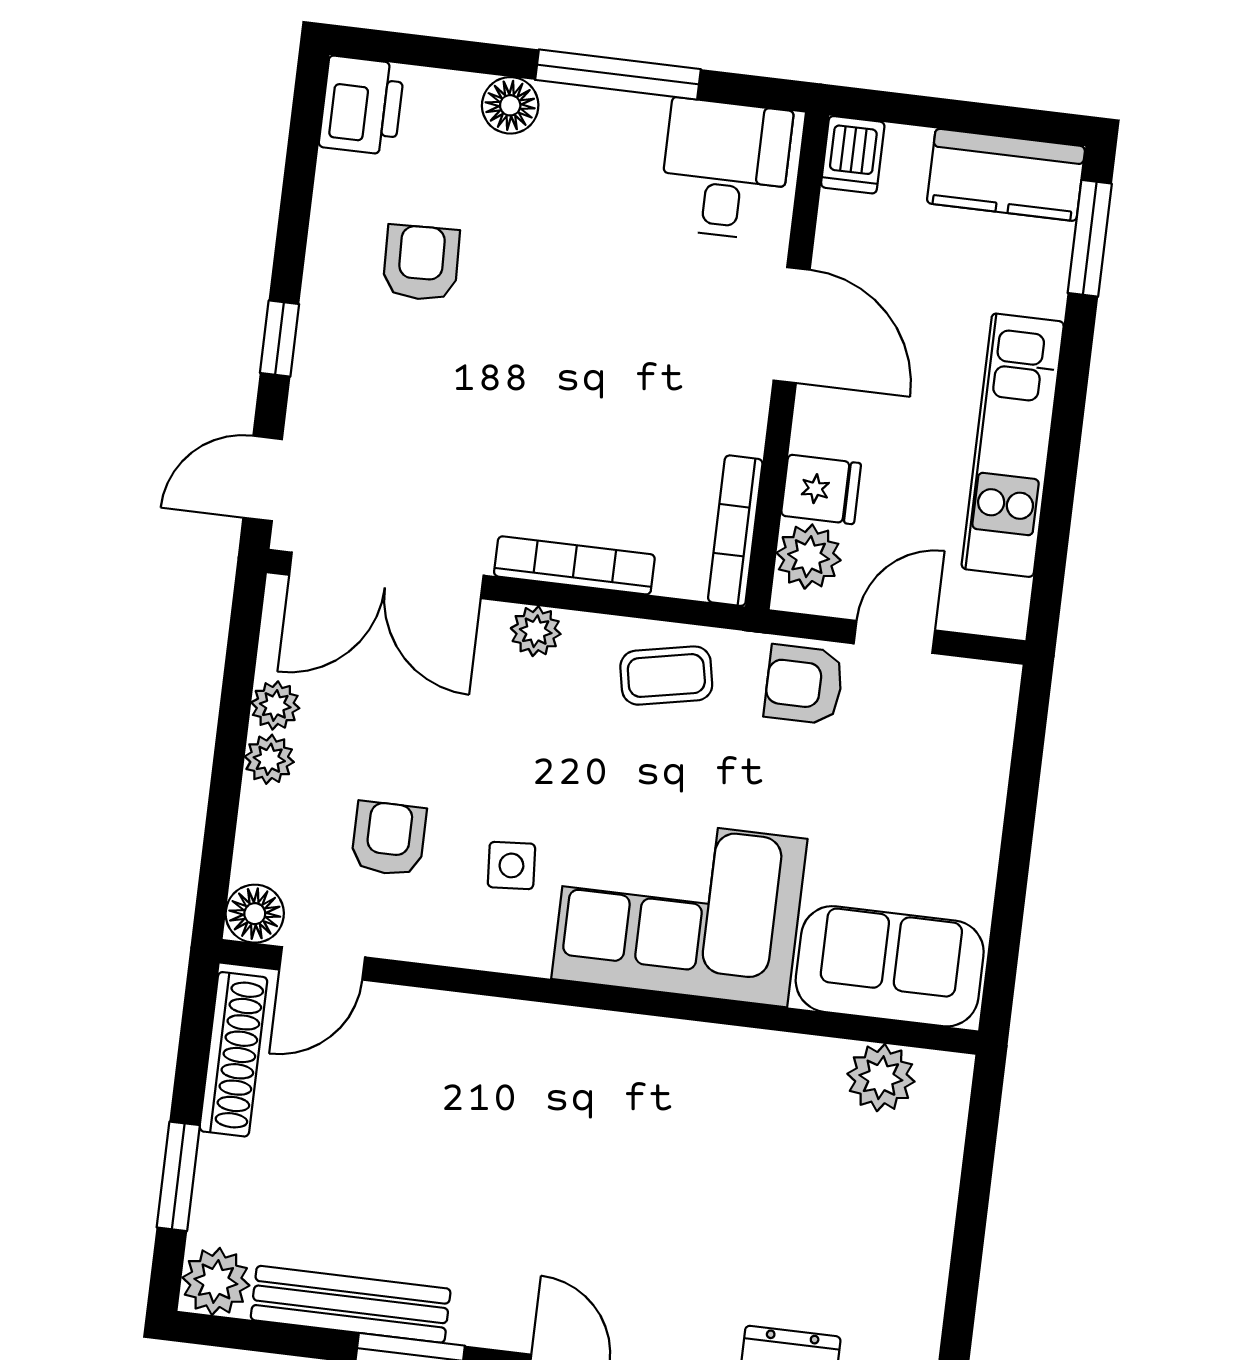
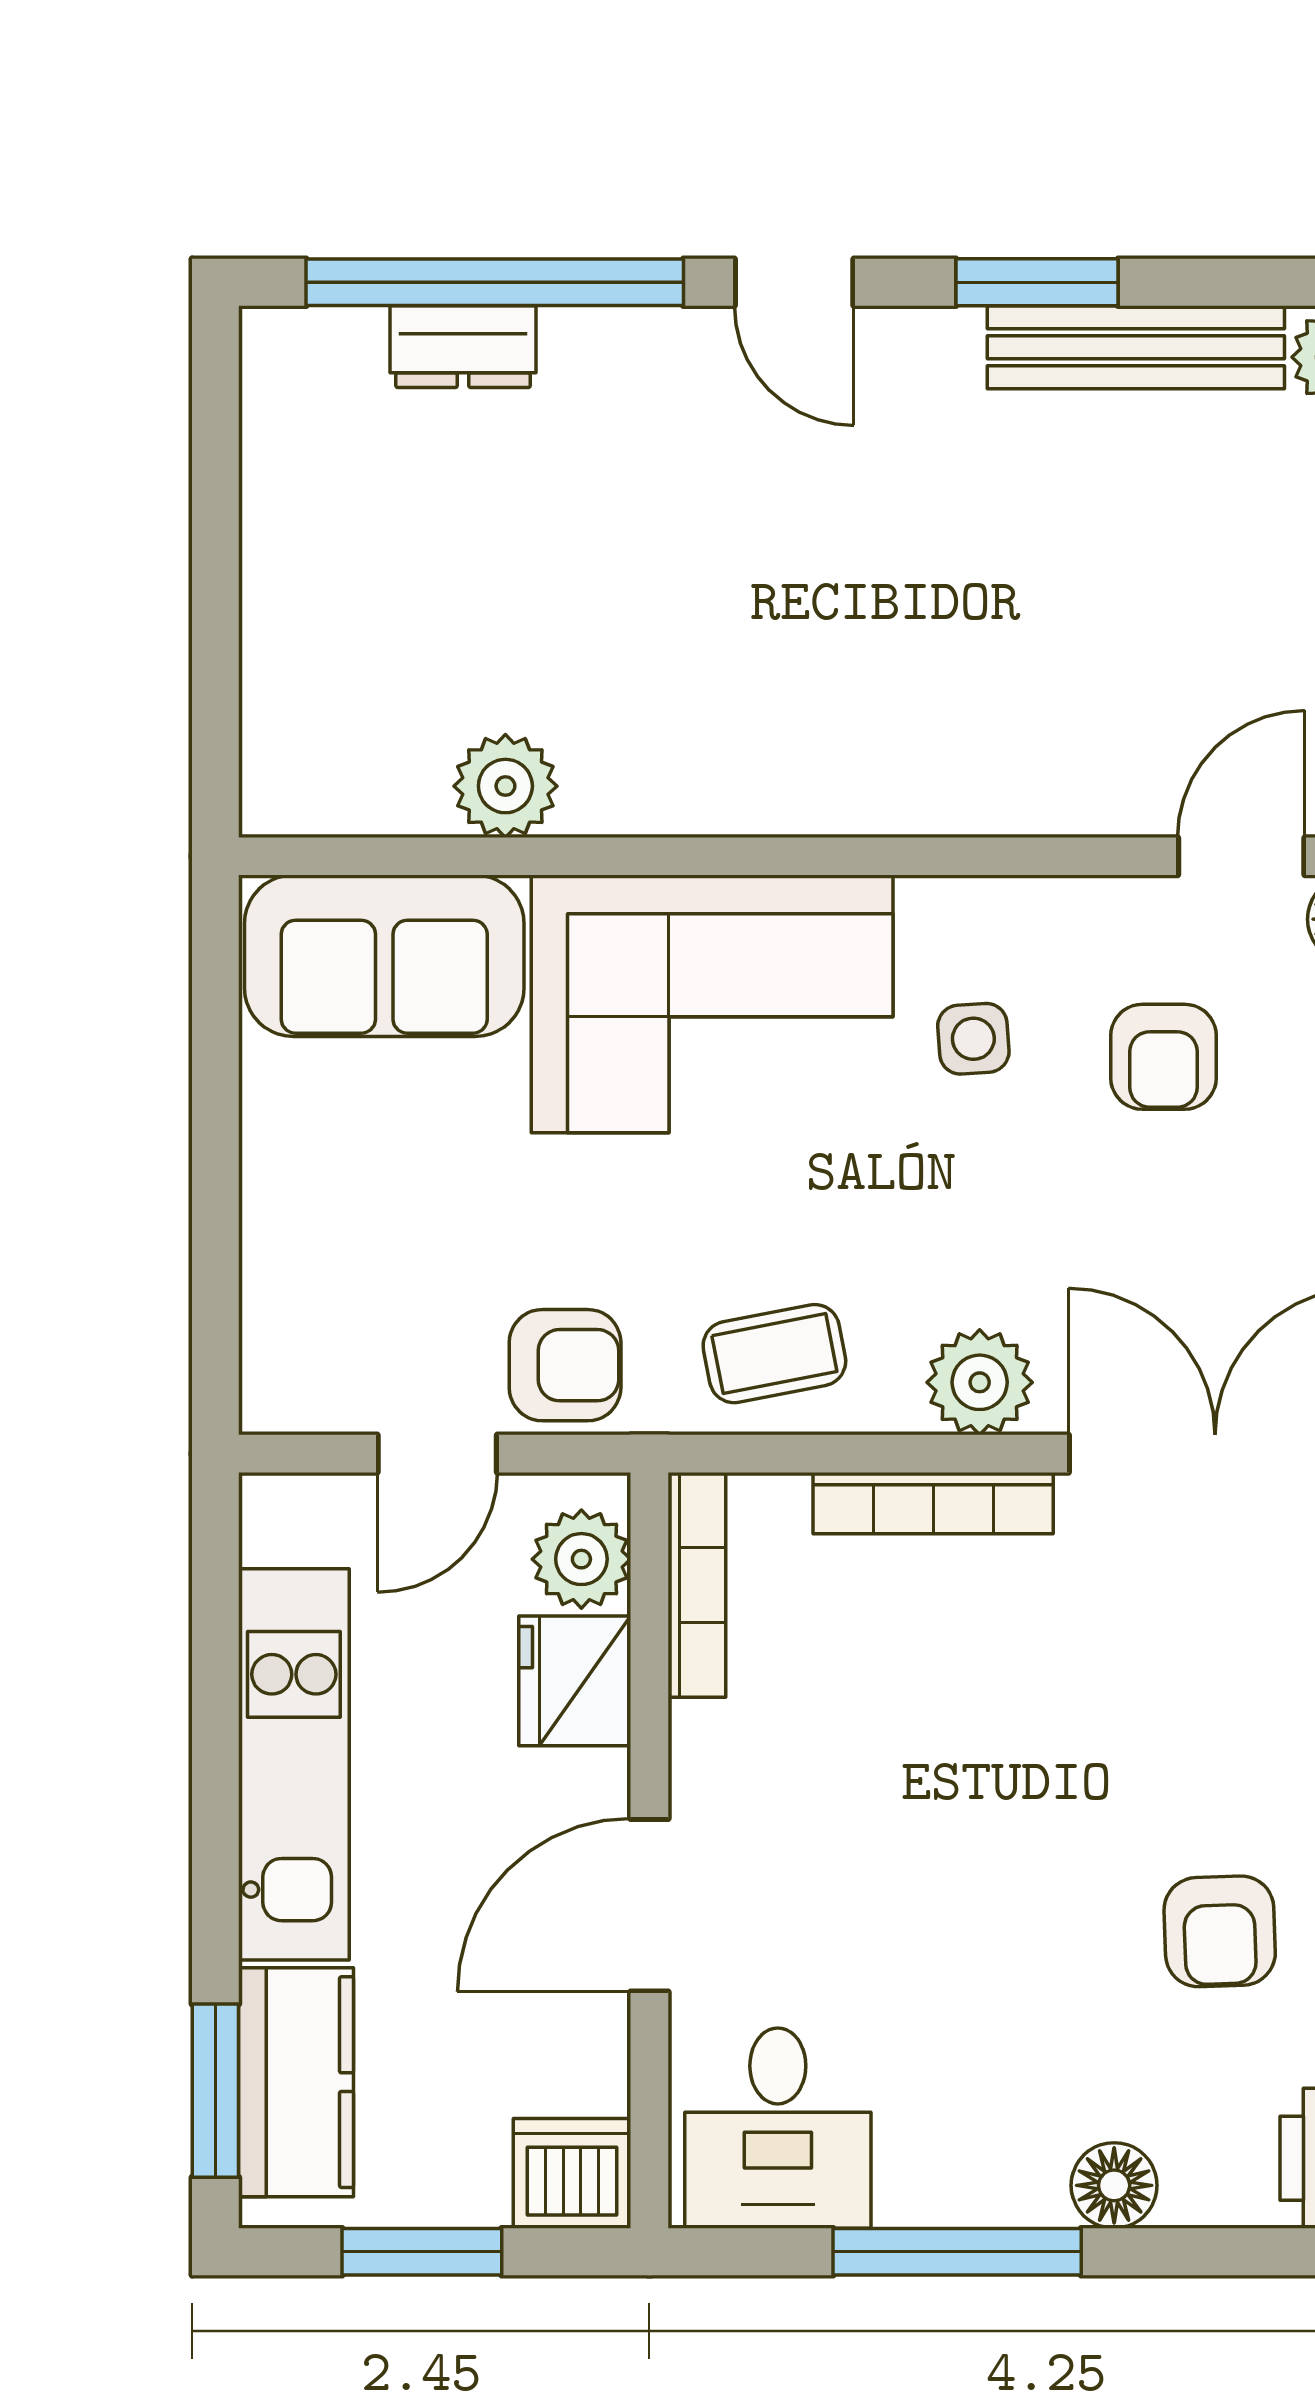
window: (968, 117) -> (422, 2252), added
dishwasher: (853, 155) -> (572, 2173), width x1.38
kitchen counter: (1006, 175) -> (296, 2082), moved, turned 90
door: (792, 325) -> (649, 1905), hinge flipped
fridge: (821, 489) -> (575, 1681), width x1.38
plant: (536, 631) -> (980, 1382), width x1.38, depth x1.38
plant: (881, 1078) -> (505, 786), moved

